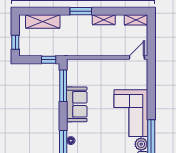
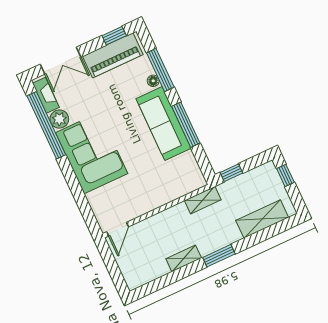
shelving: (136, 20) -> (203, 200), moved
window: (63, 86) -> (186, 125), moved
sofa: (77, 104) -> (164, 124), width x1.36

